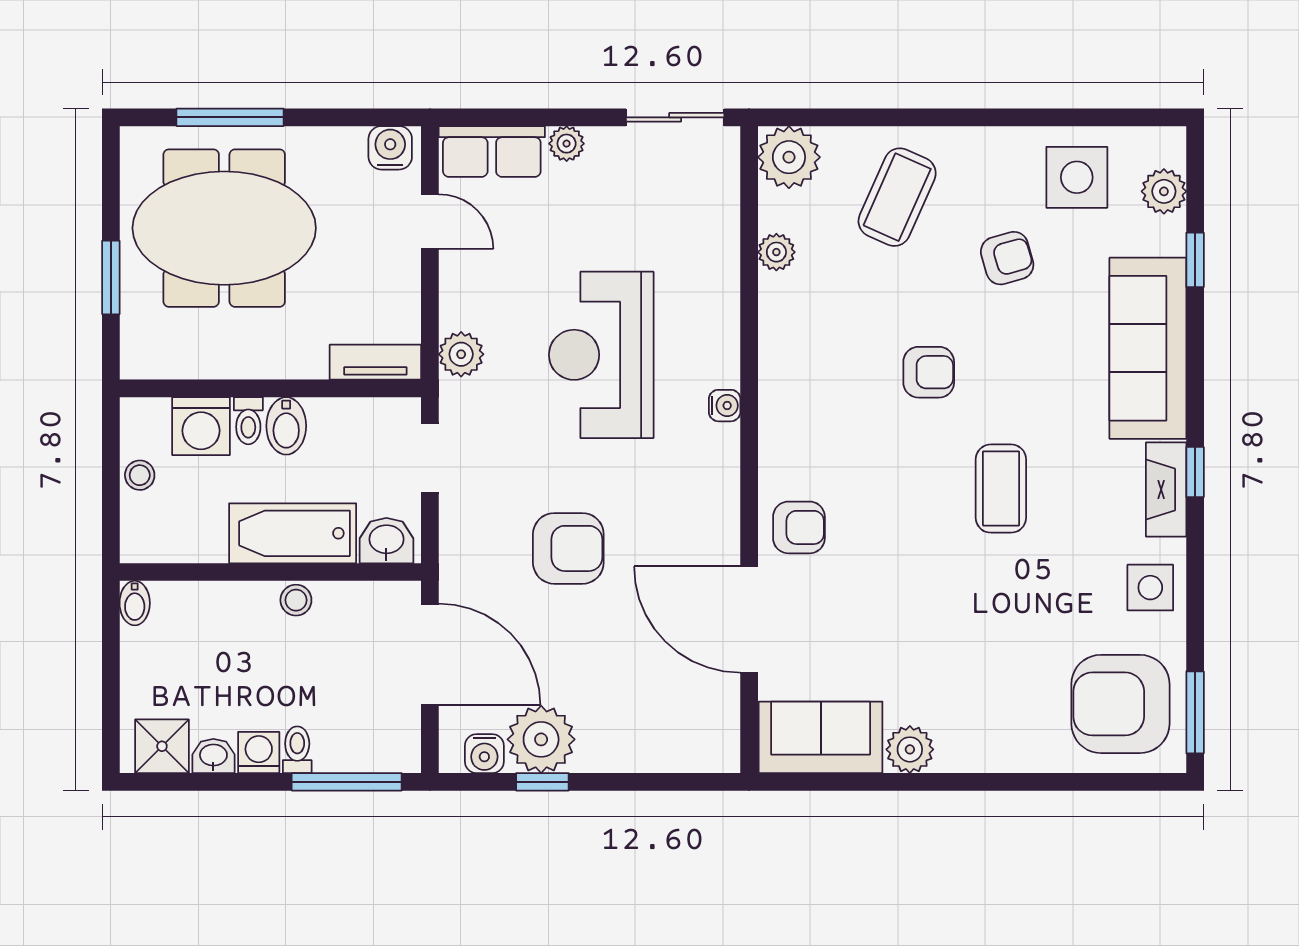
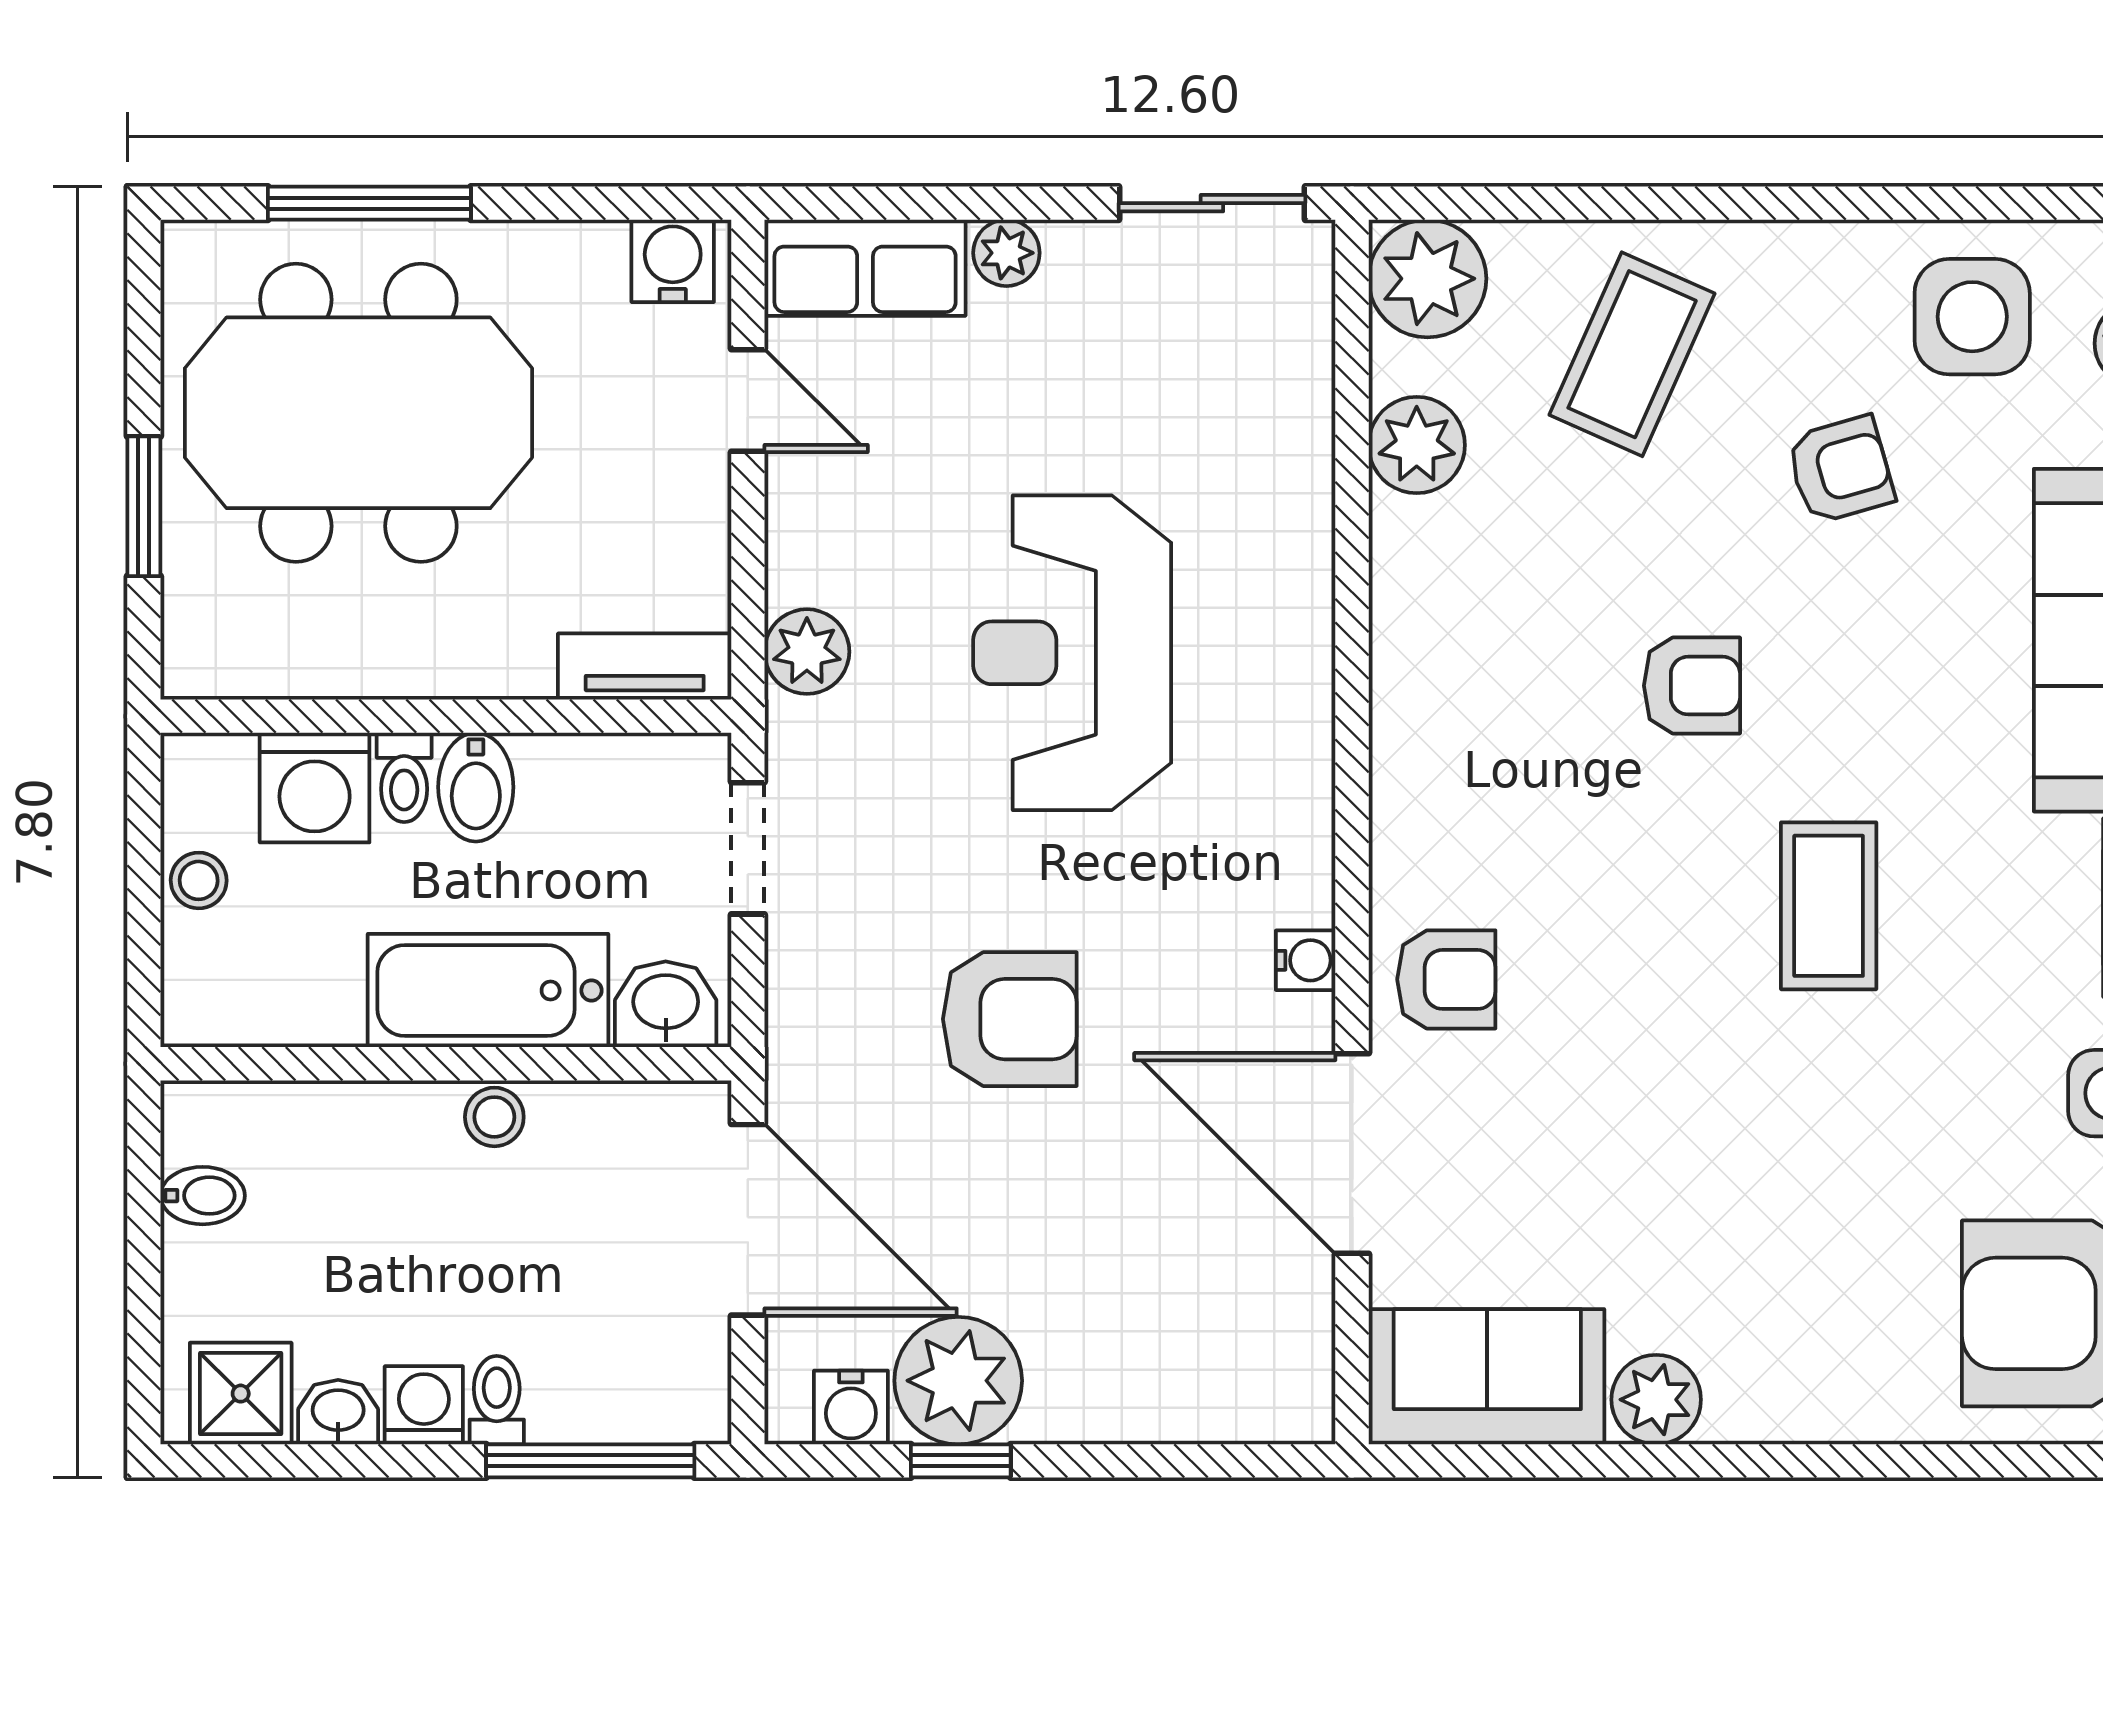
plant: (776, 252) -> (1417, 445), width x1.38, depth x1.38
water cooler: (725, 406) -> (1306, 960), moved
bidet: (135, 603) -> (203, 1196), moved, turned -90

